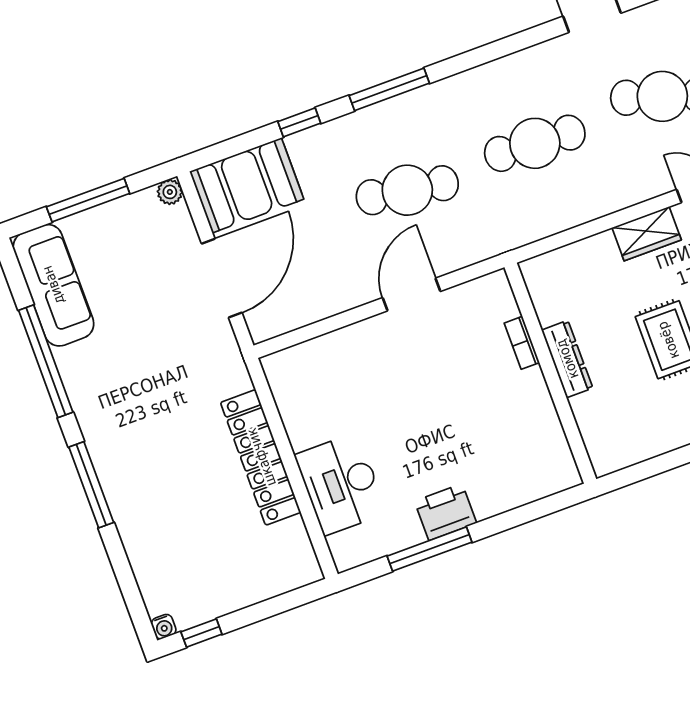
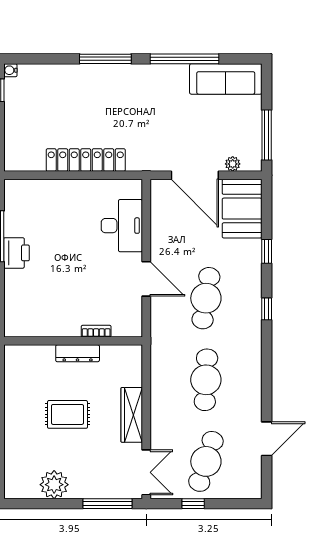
window: (389, 89) -> (267, 309), width x0.46
plant: (170, 192) -> (233, 164), moved
window: (88, 200) -> (267, 135), moved
wardrobe: (647, 234) -> (132, 415), width x1.50
desk: (341, 484) -> (122, 226), moved, turned 90

